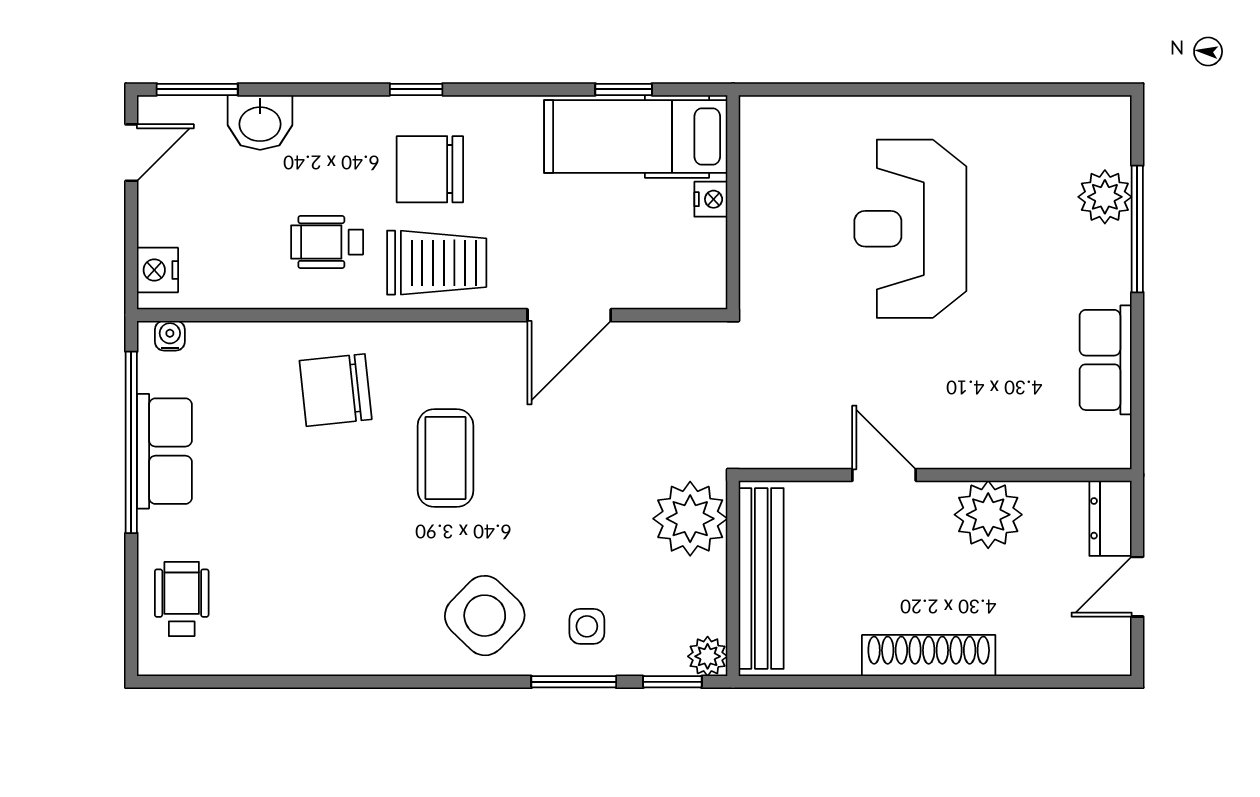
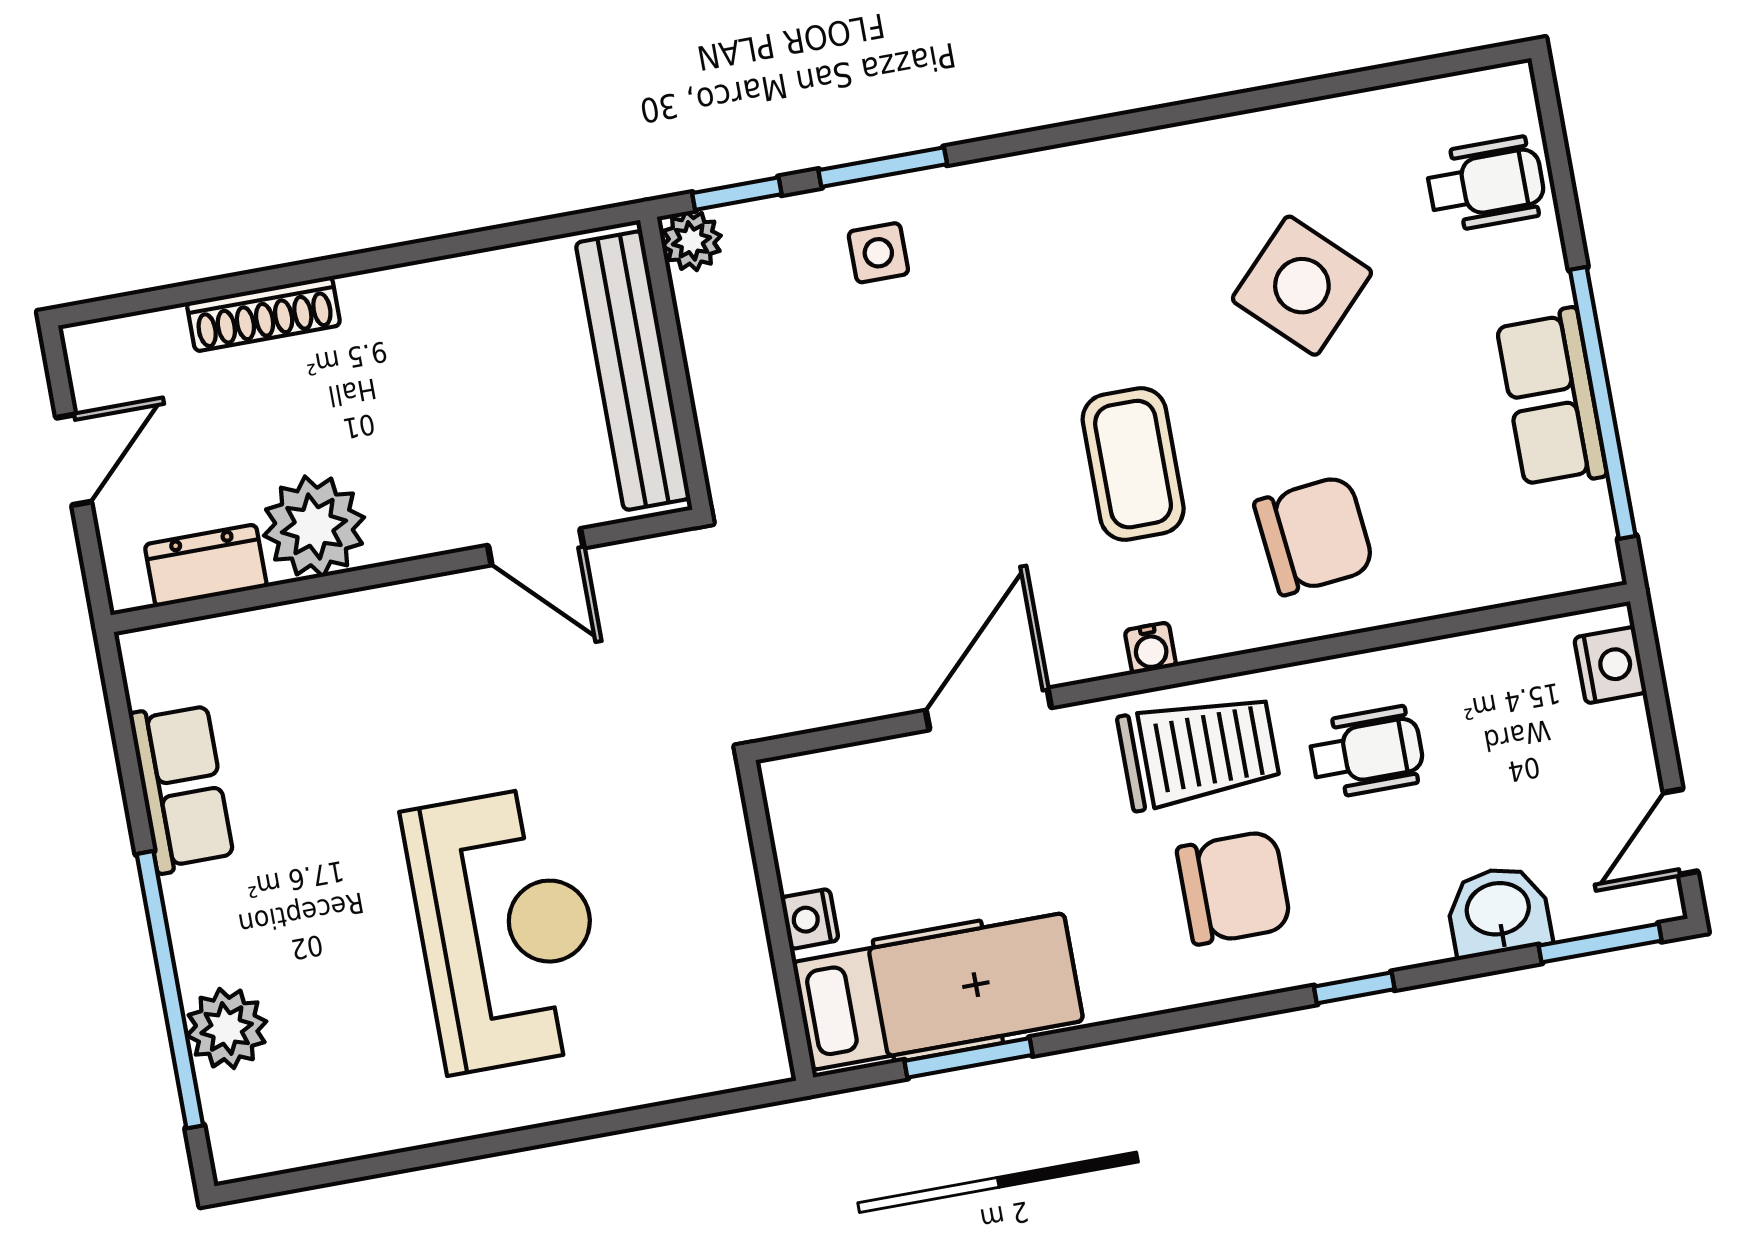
window: (416, 89) -> (1354, 988), moved
window: (624, 89) -> (968, 1058), width x1.50
window: (1137, 229) -> (170, 990), width x1.46
trolley: (437, 263) -> (1199, 751), turned 180
water cooler: (170, 336) -> (1150, 648), moved
door: (884, 475) -> (536, 547), moved
dresser: (1111, 518) -> (206, 566), moved, turned -90
plant: (690, 519) -> (754, 440), removed
wheelchair: (182, 599) -> (1486, 184), turned -90
side table: (485, 616) -> (1302, 286), moved
shoe rack: (929, 656) -> (263, 314), moved, width x0.74, depth x0.81

